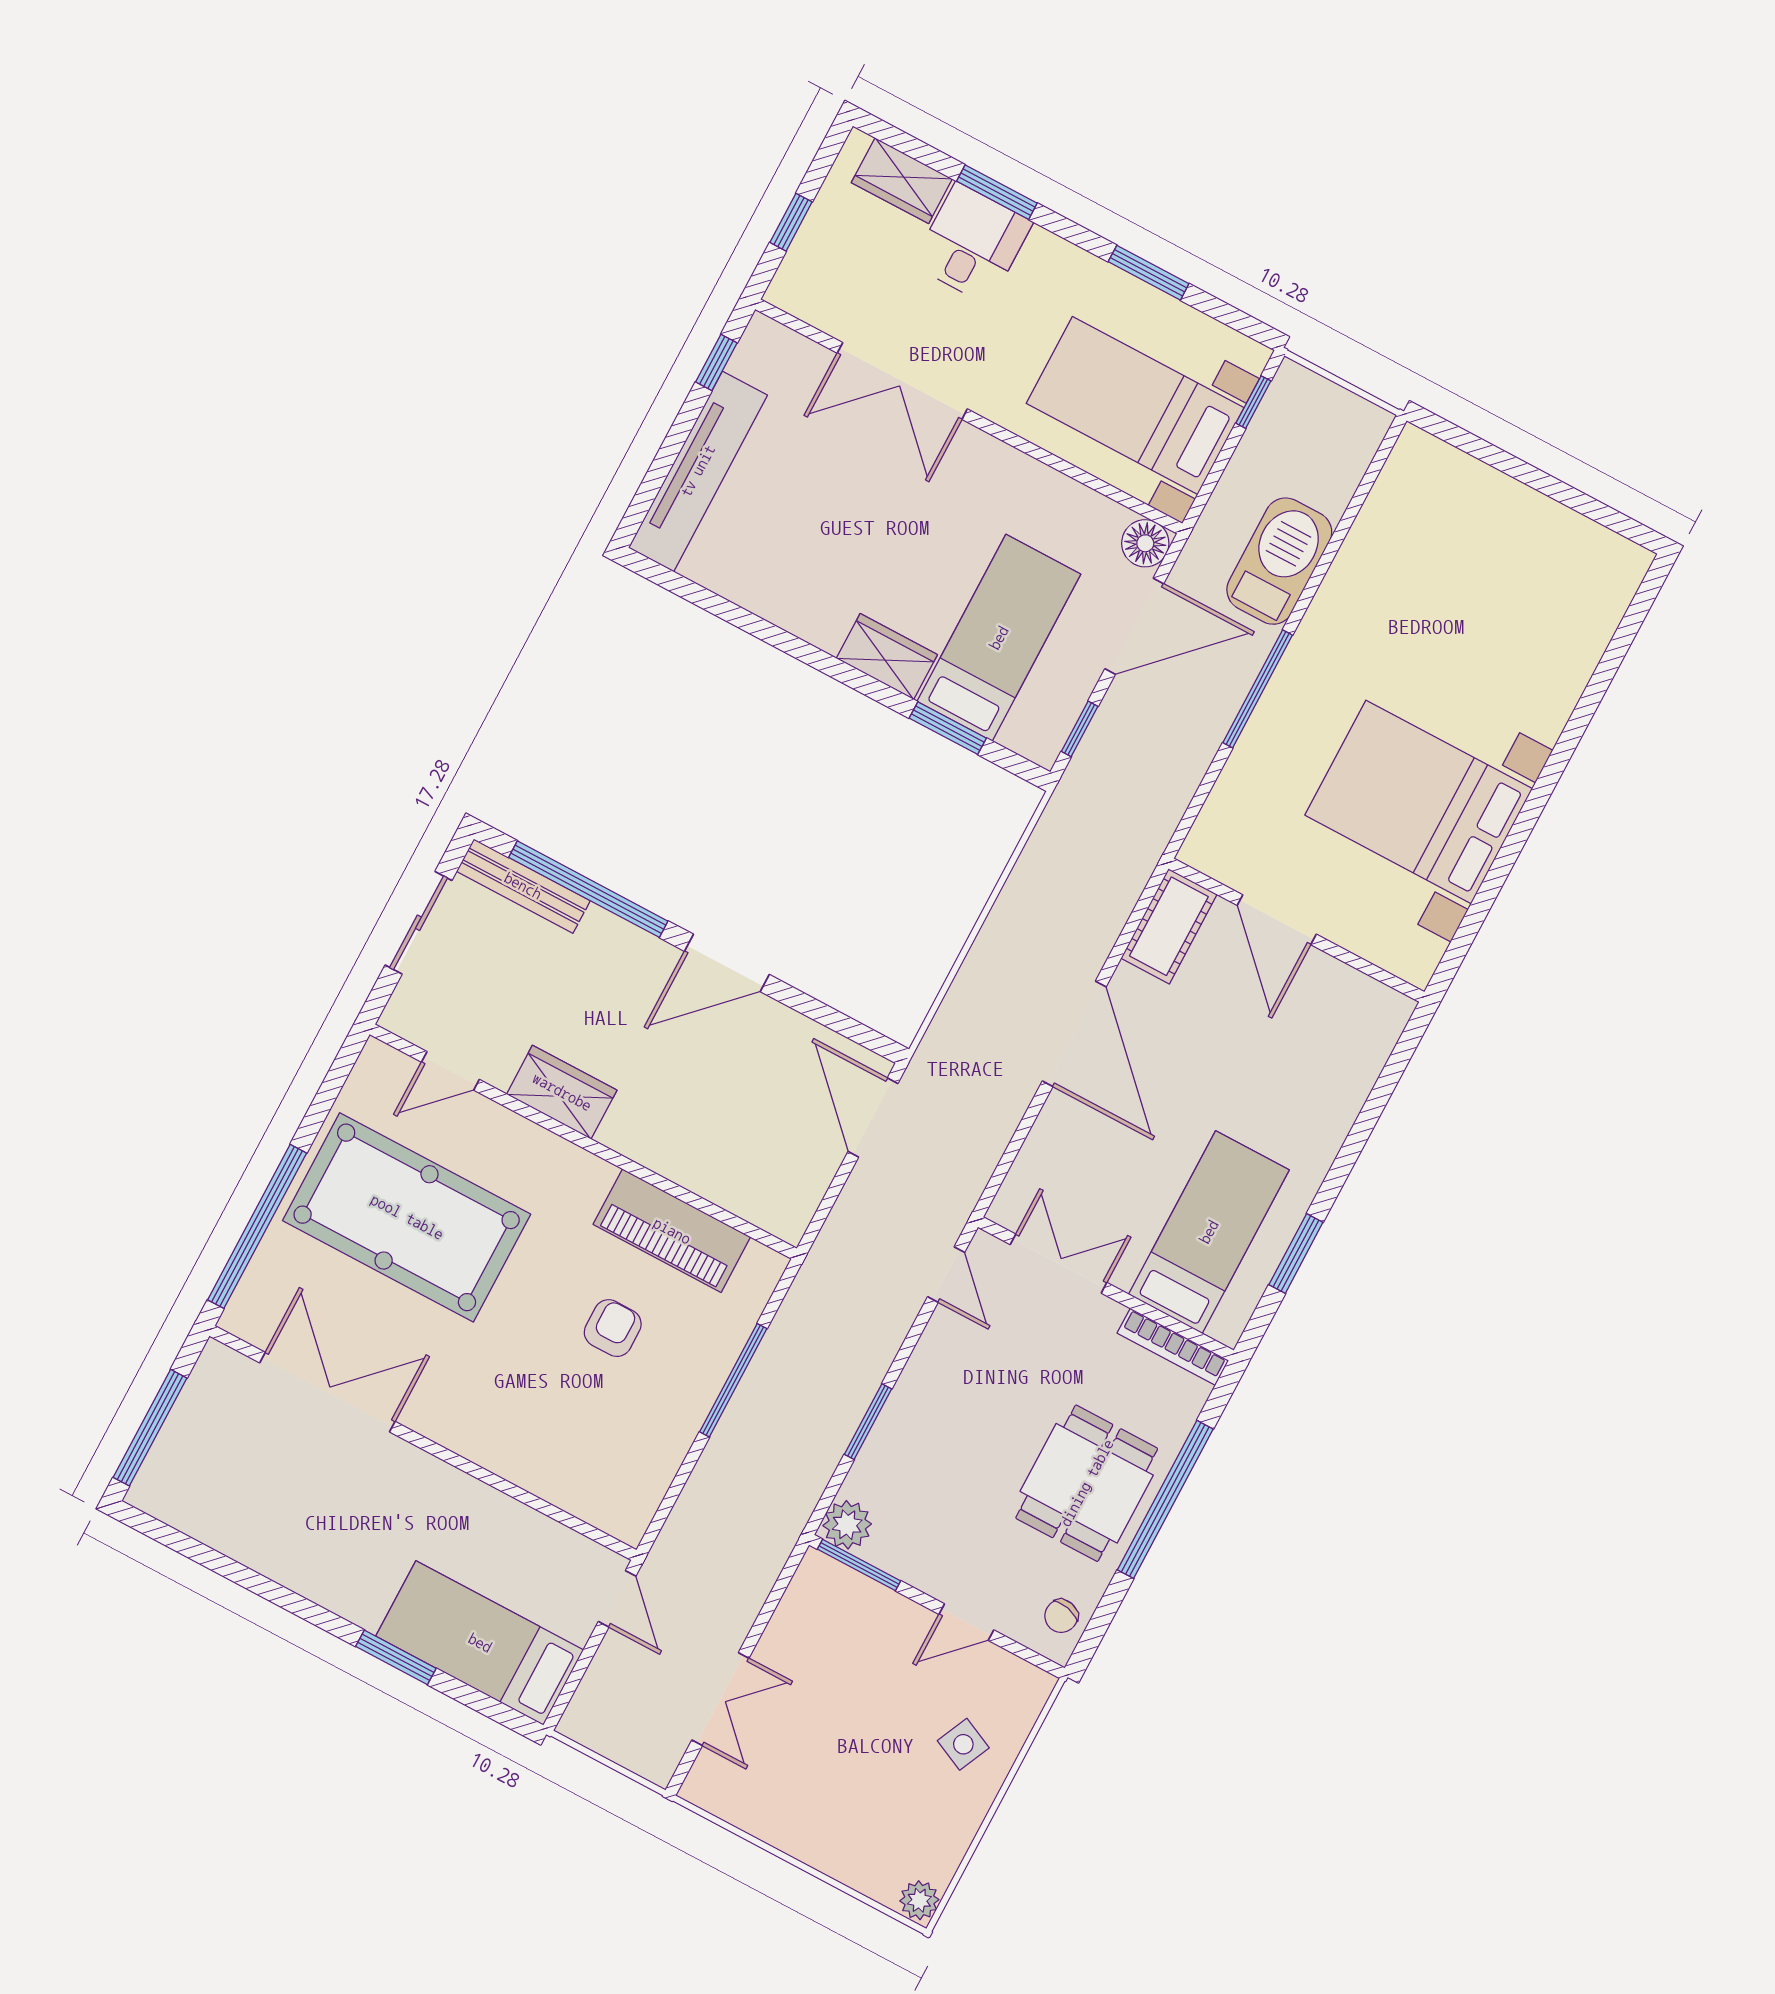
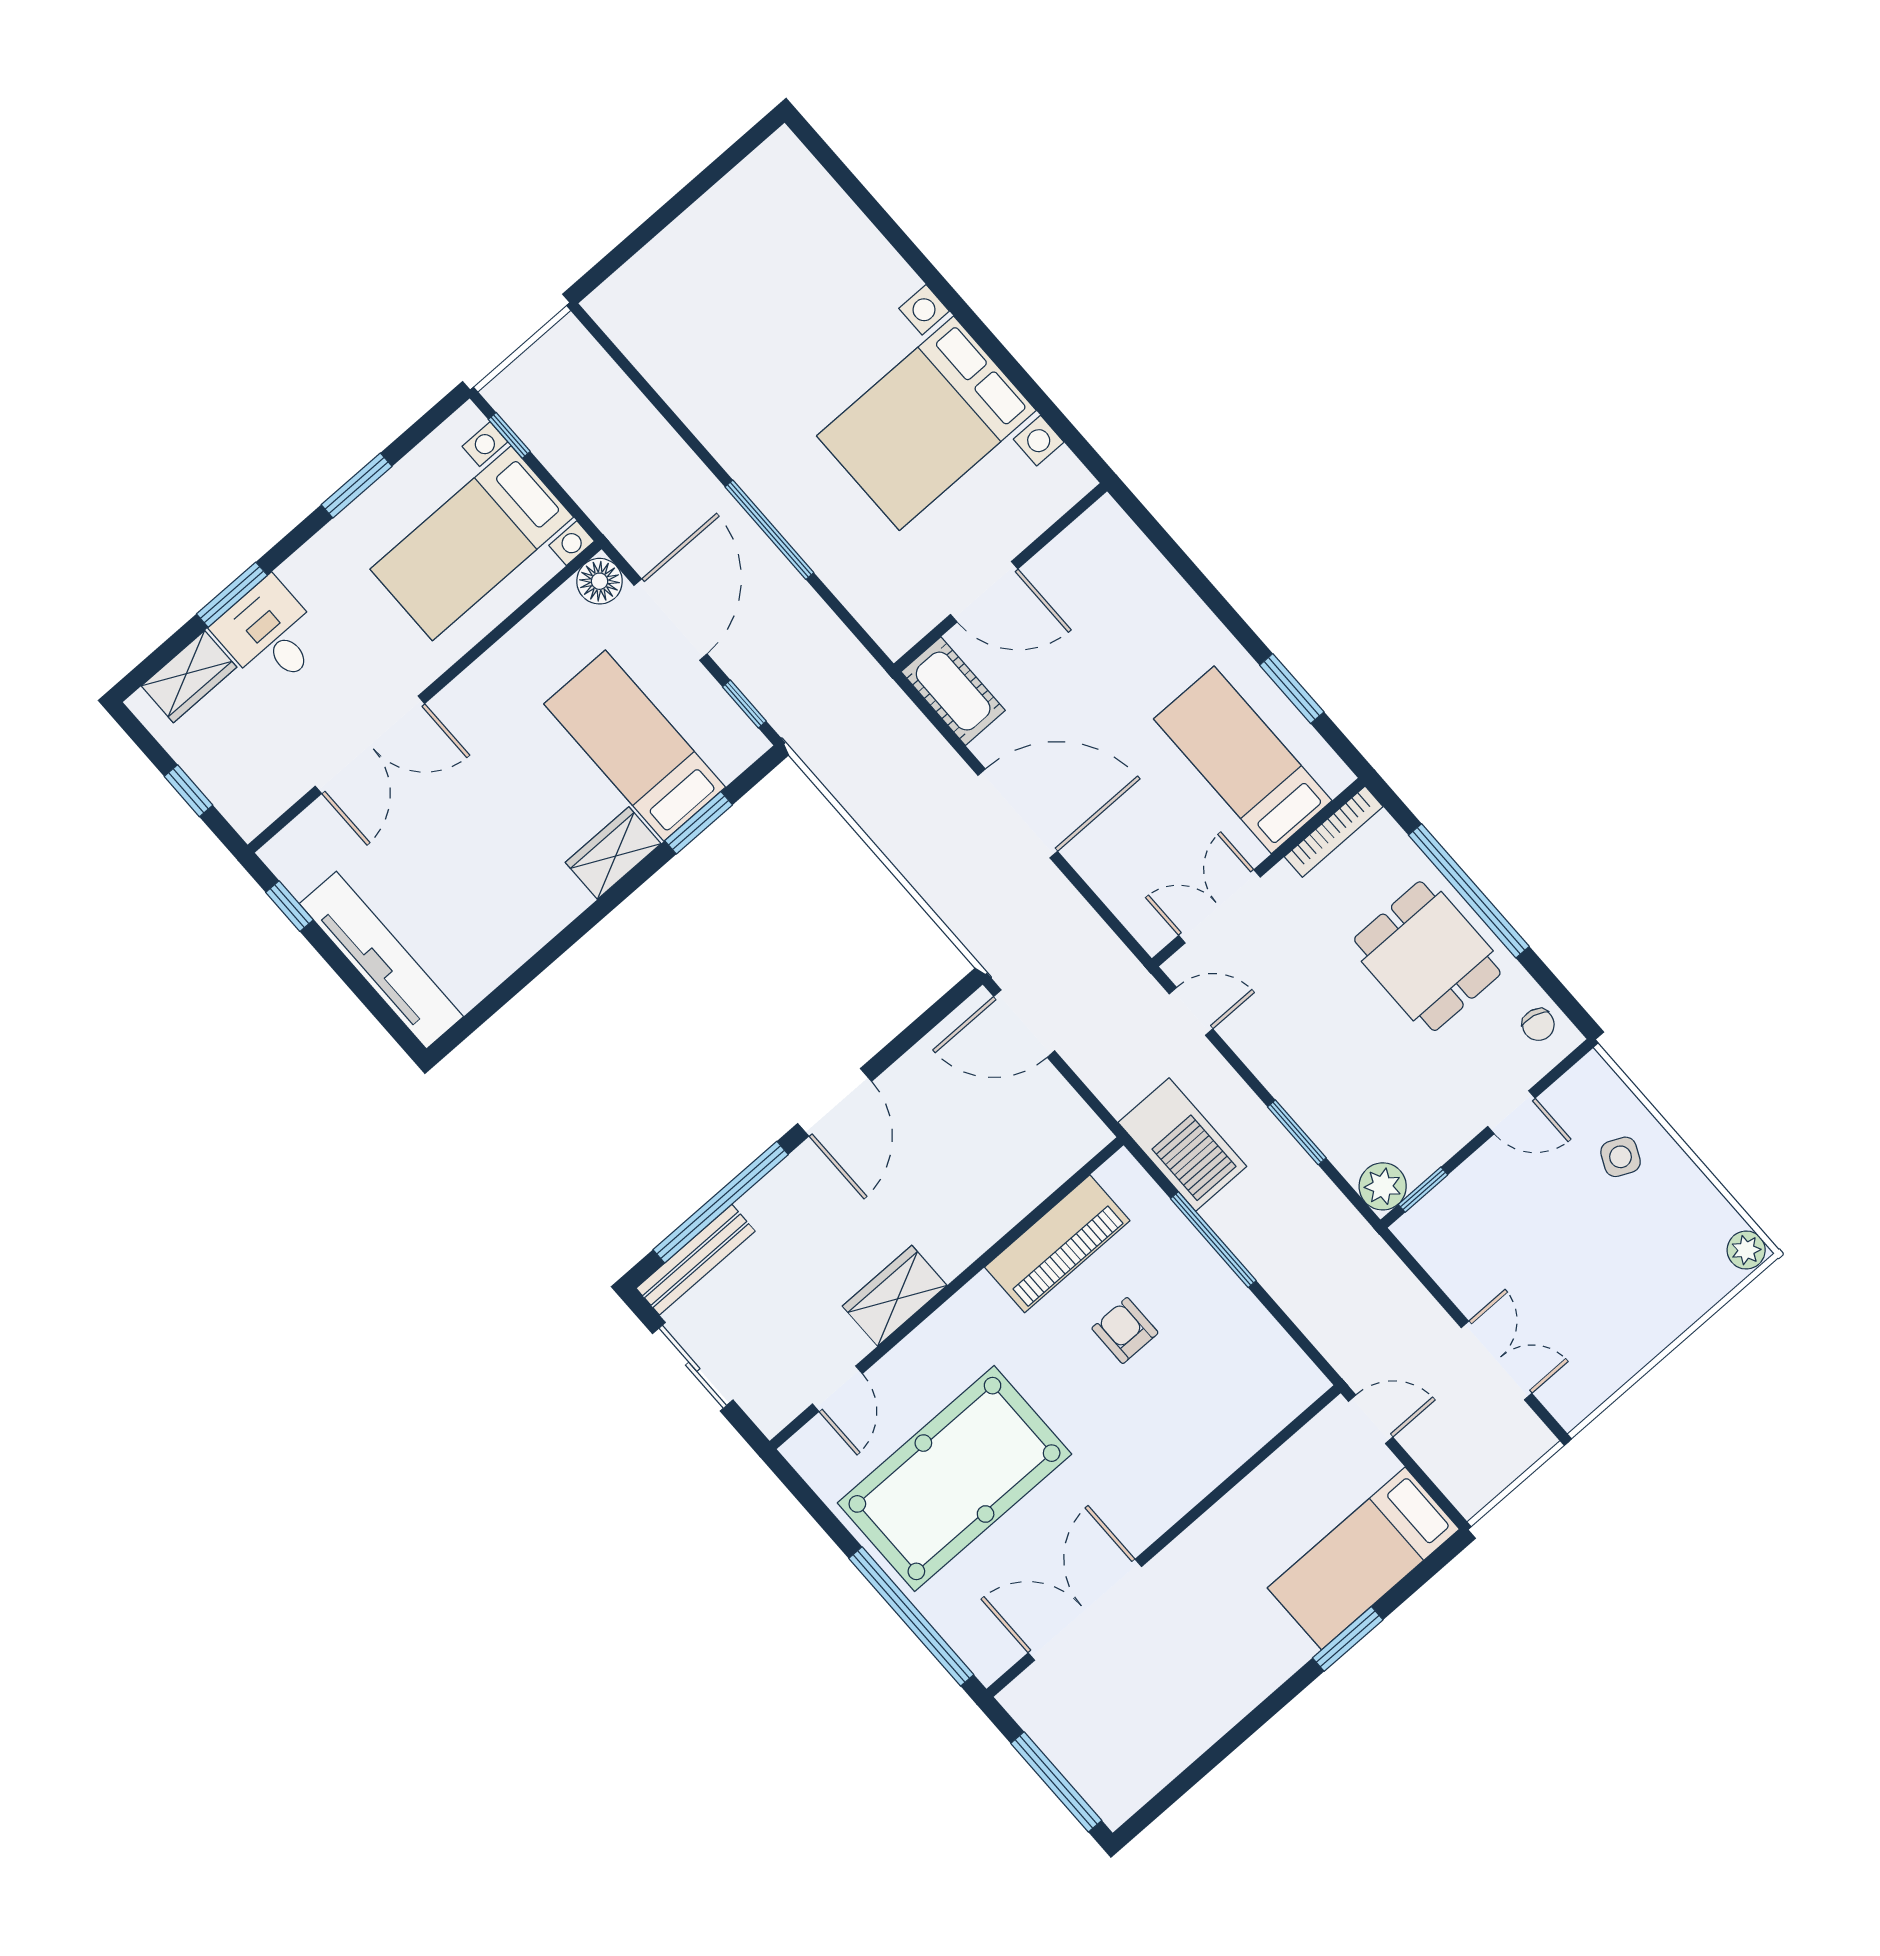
barbecue: (1279, 561) -> (1182, 1144), moved, turned 180
window: (859, 1565) -> (1423, 1190), width x0.67
door: (966, 1622) -> (1511, 1112), hinge flipped

